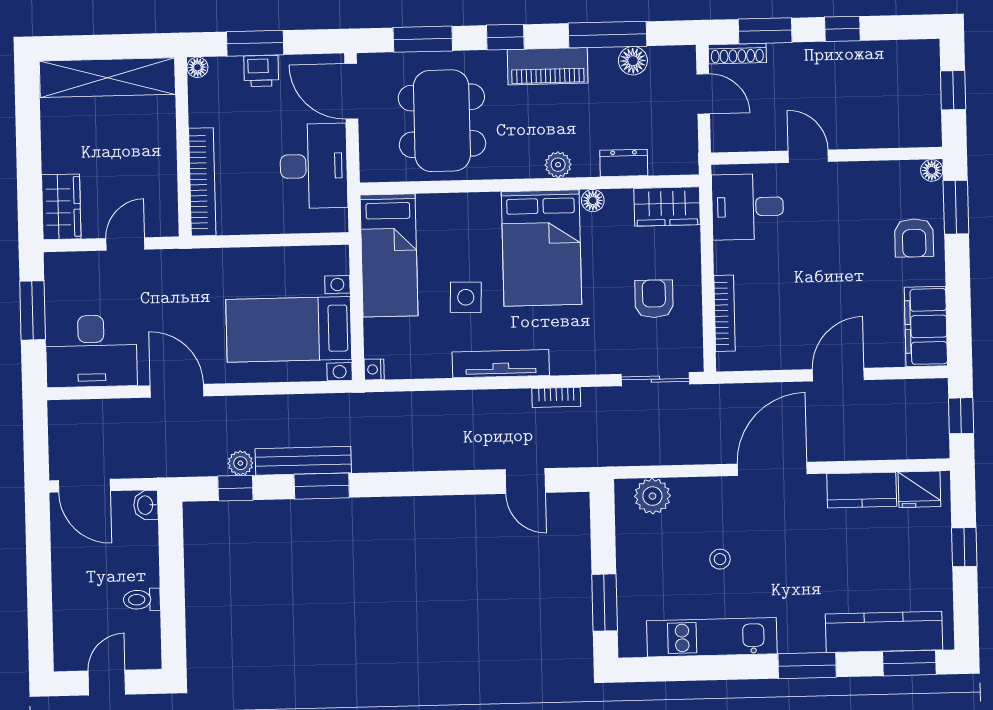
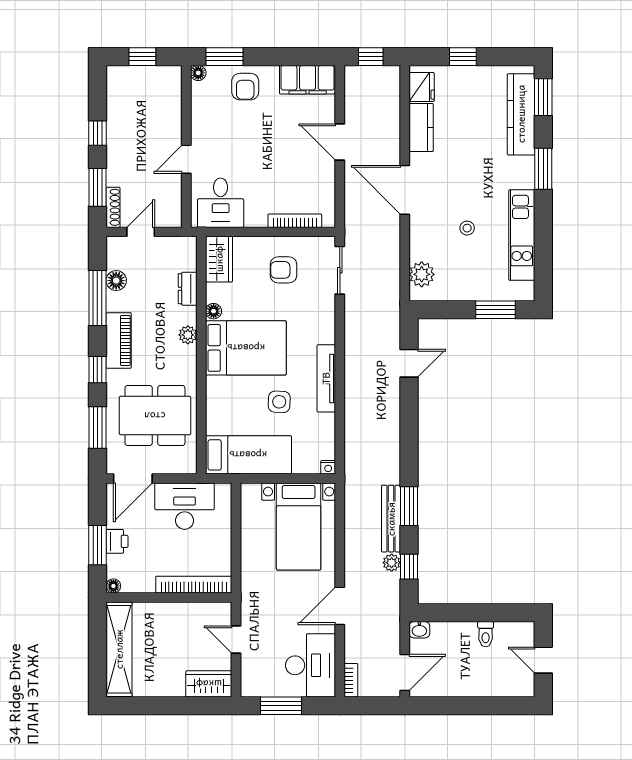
armchair: (914, 238) -> (245, 87), turned 90
bookcase: (556, 397) -> (351, 680), moved

